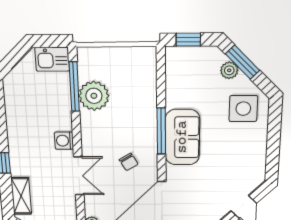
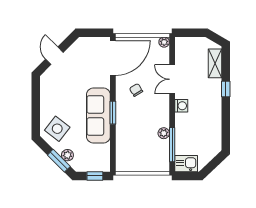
plant: (94, 96) -> (164, 133), width x0.53, depth x0.53
side table: (243, 109) -> (57, 129), turned 38
window: (161, 131) -> (113, 113), width x0.69
sofa: (182, 137) -> (98, 116), width x1.36

